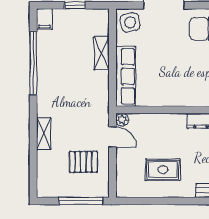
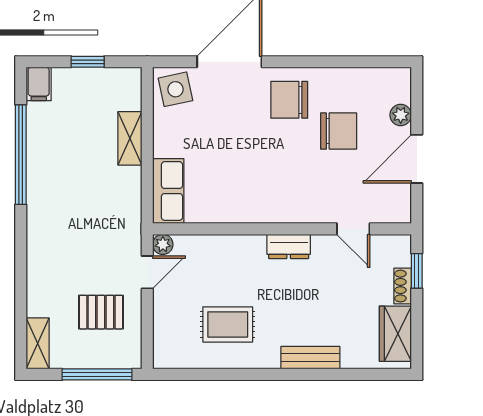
row of seats: (126, 76) -> (168, 191), width x0.68
shelving: (44, 134) -> (38, 343), moved
door: (112, 137) -> (147, 272), hinge flipped

